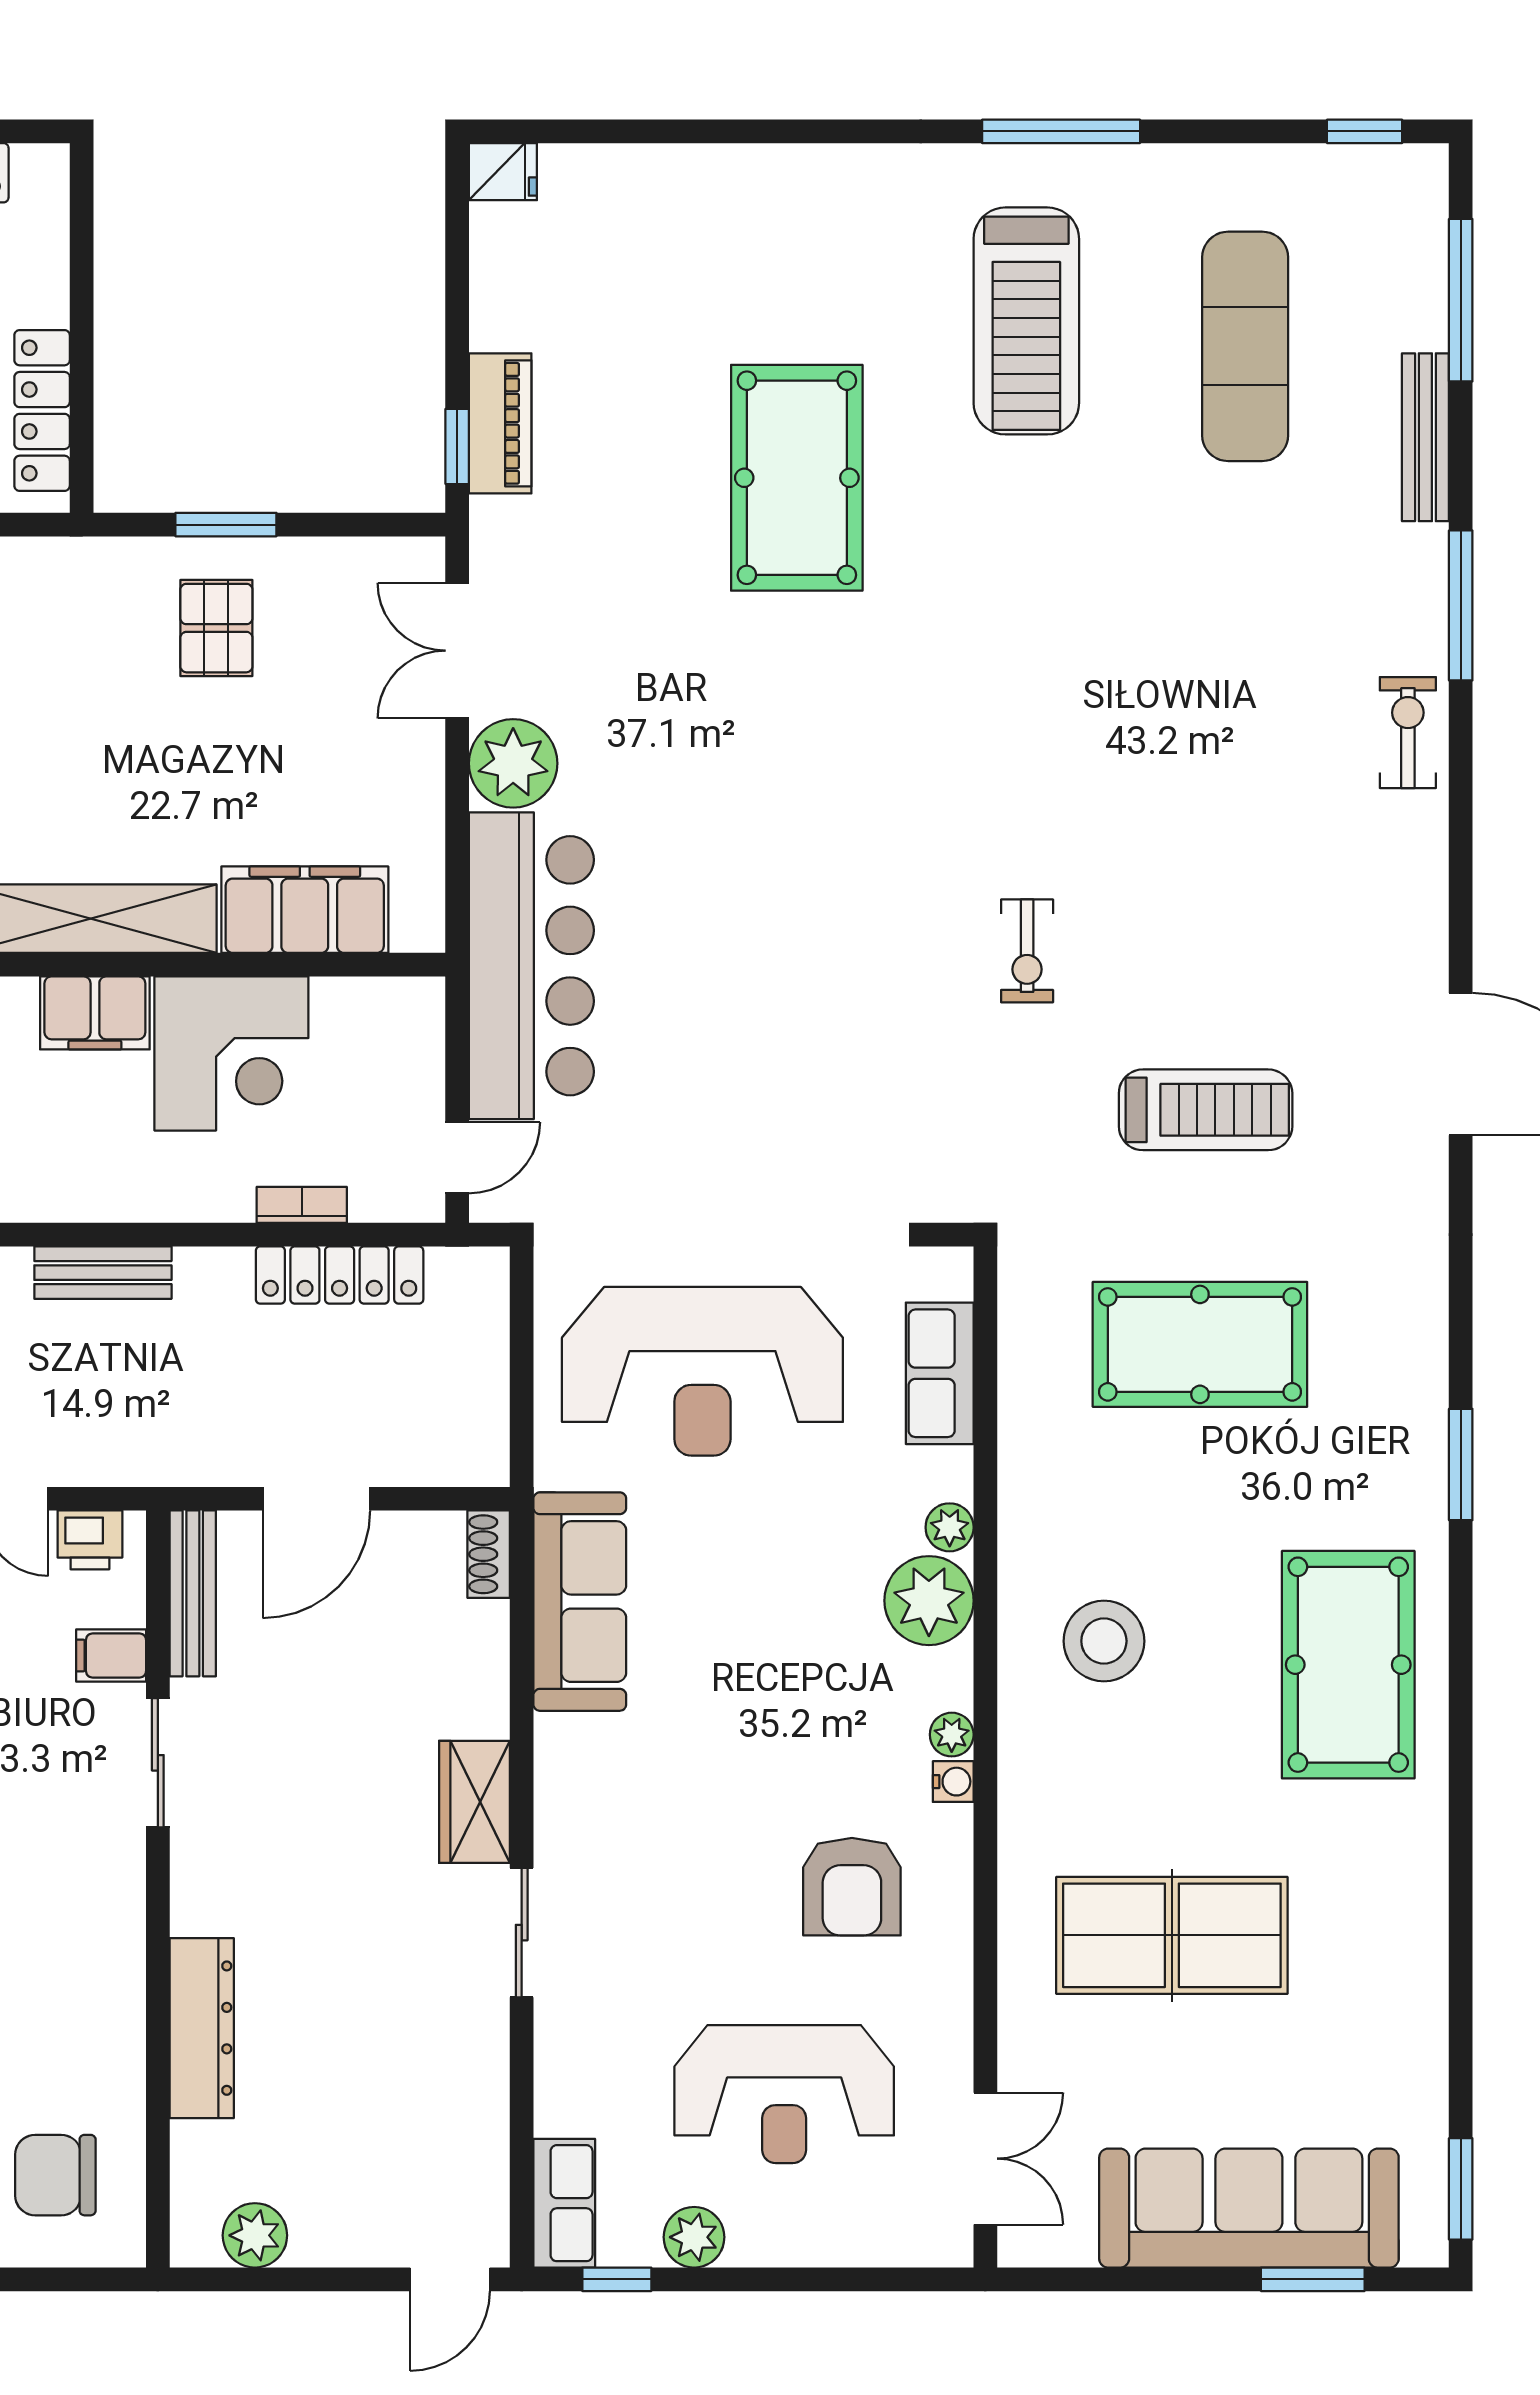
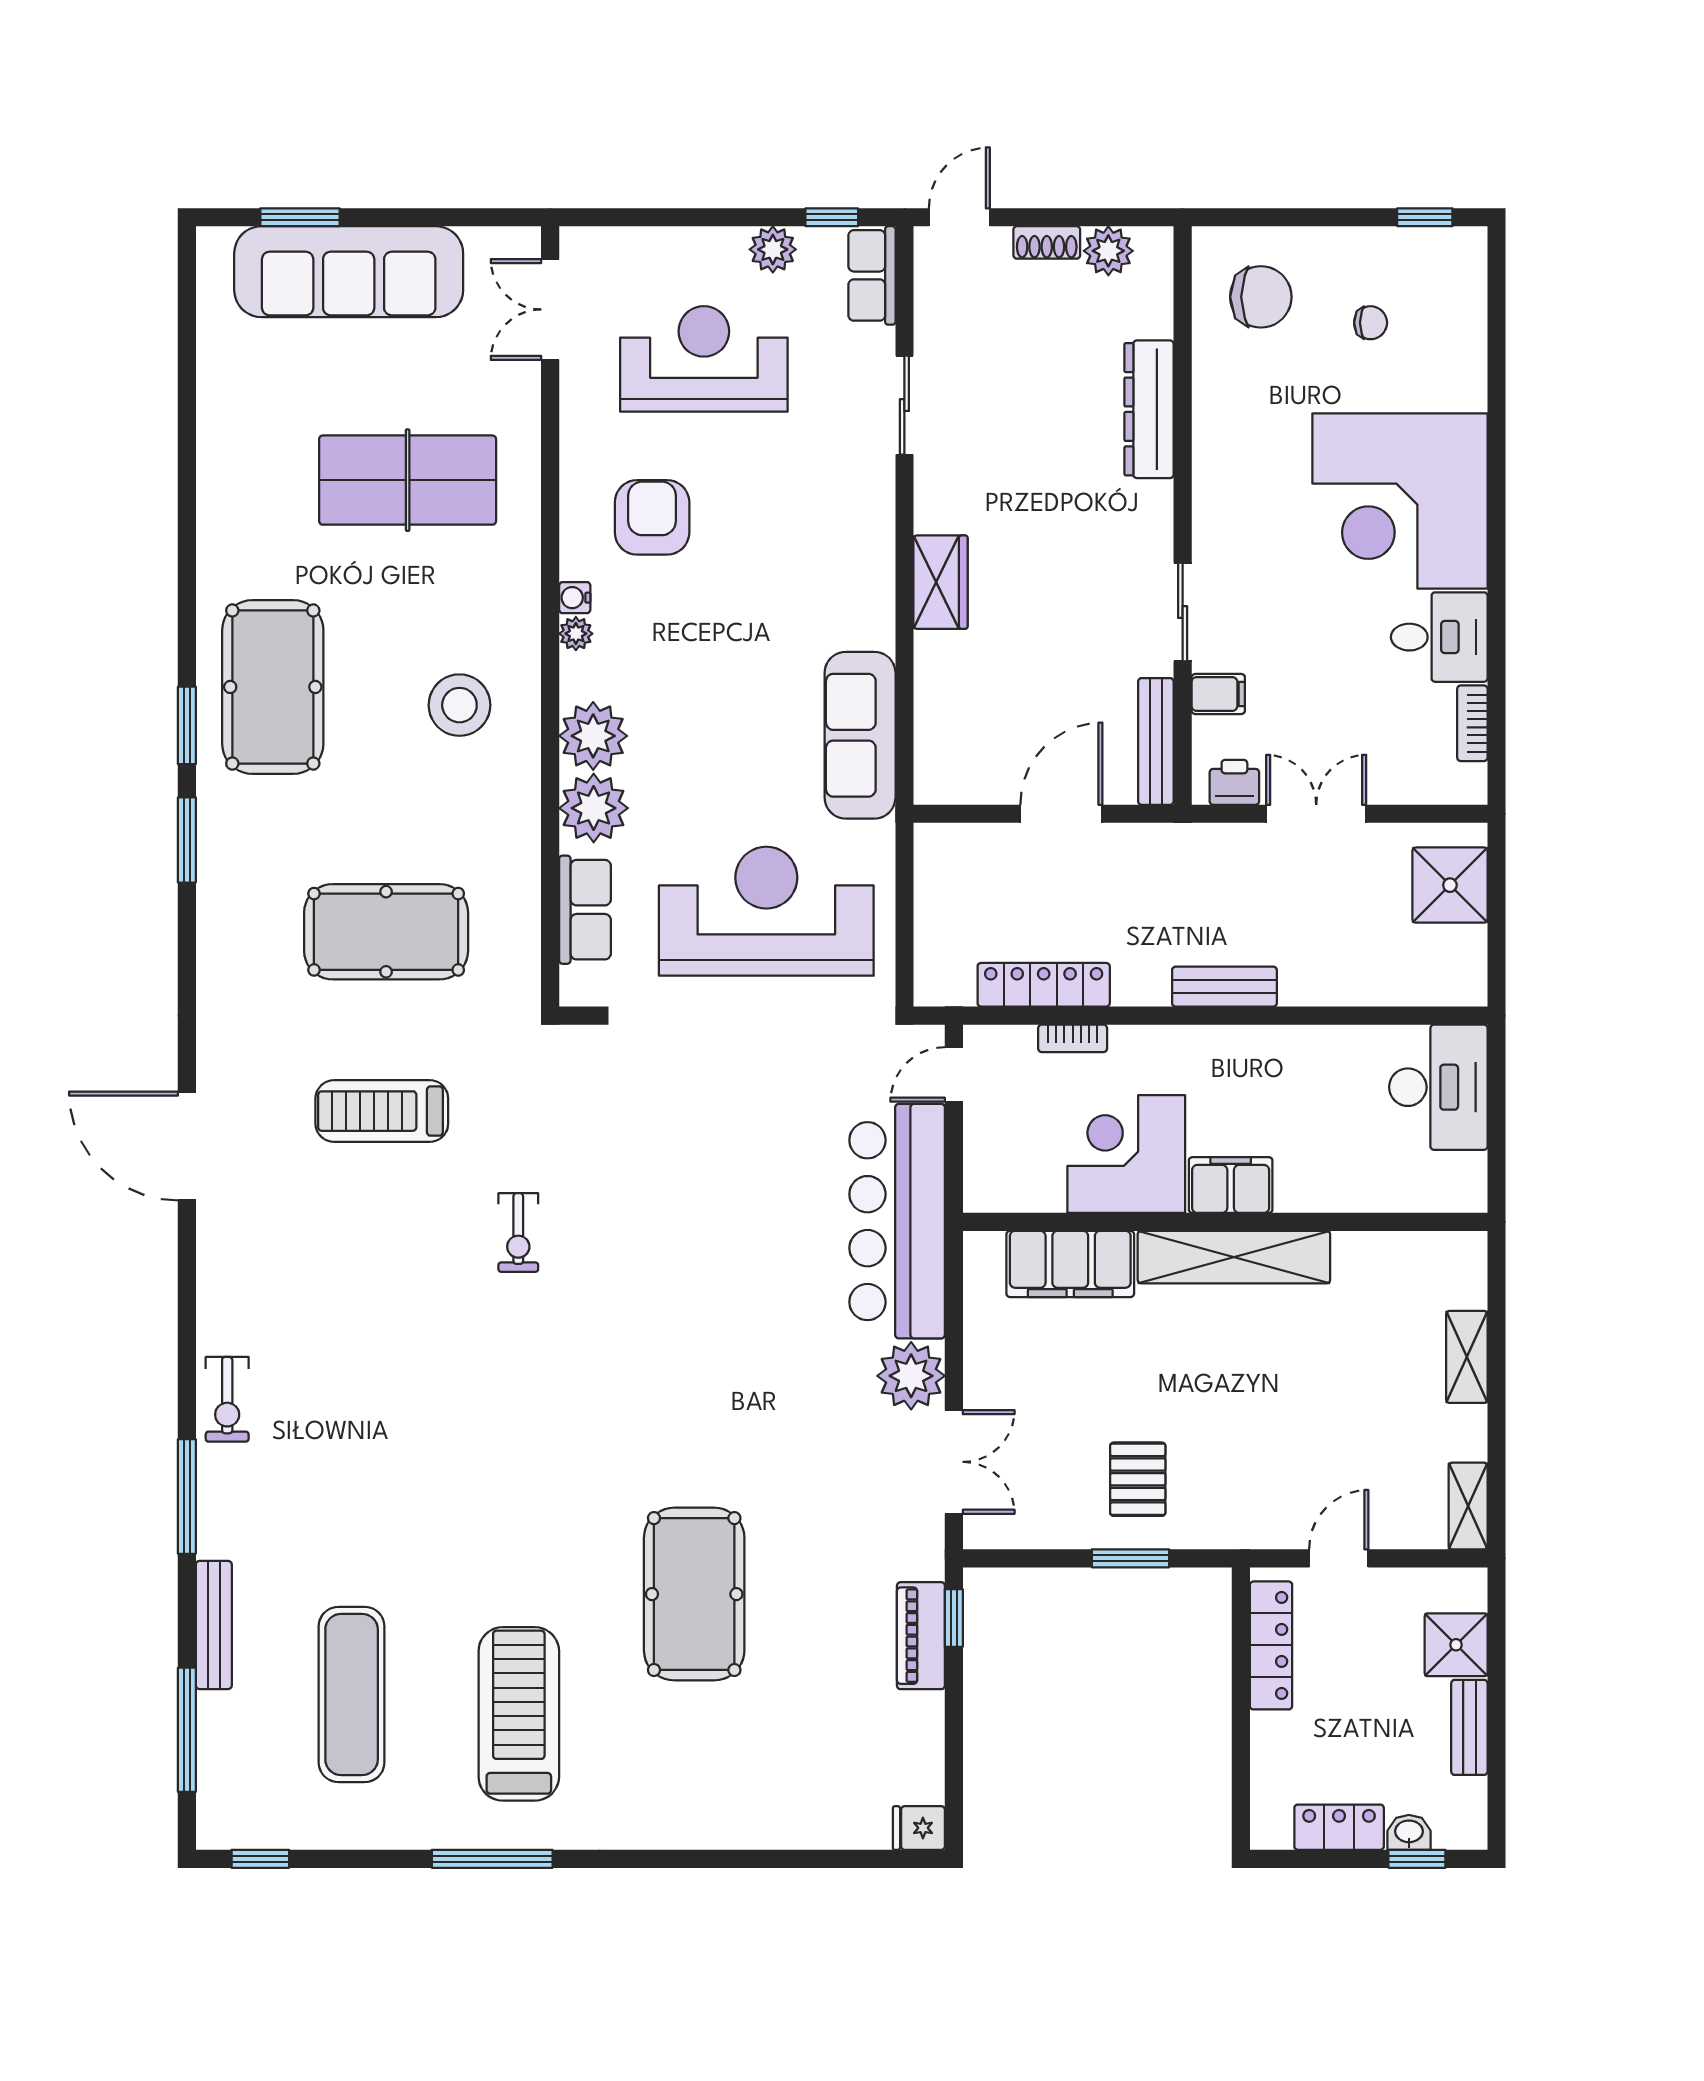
exercise bike: (1027, 951) -> (518, 1233), turned 180
plant: (950, 1527) -> (594, 808), width x1.88, depth x1.88
shoe rack: (489, 1554) -> (1047, 242), moved, turned 90
sliding door: (522, 1933) -> (904, 405), moved
window: (1461, 2189) -> (187, 725), moved

